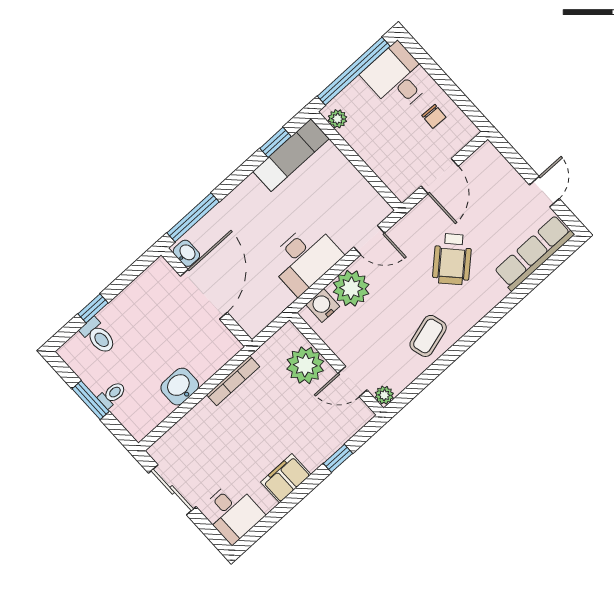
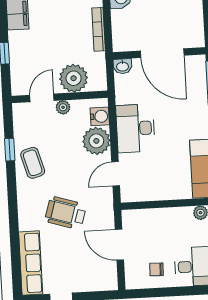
washbasin: (186, 253) -> (122, 66), moved
wheelchair: (452, 259) -> (66, 213), turned -30
window: (434, 371) -> (10, 150), added
plant: (384, 395) -> (63, 107), moved

